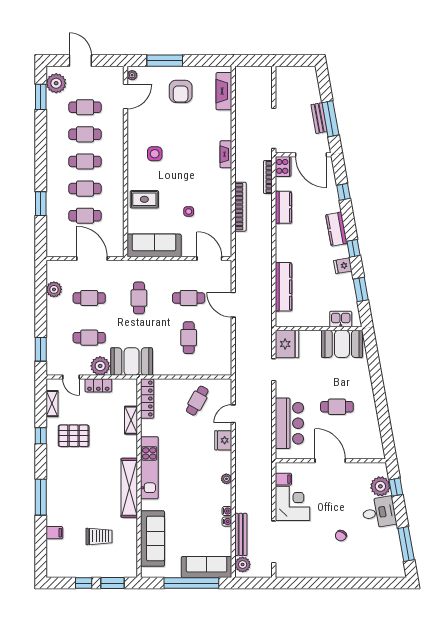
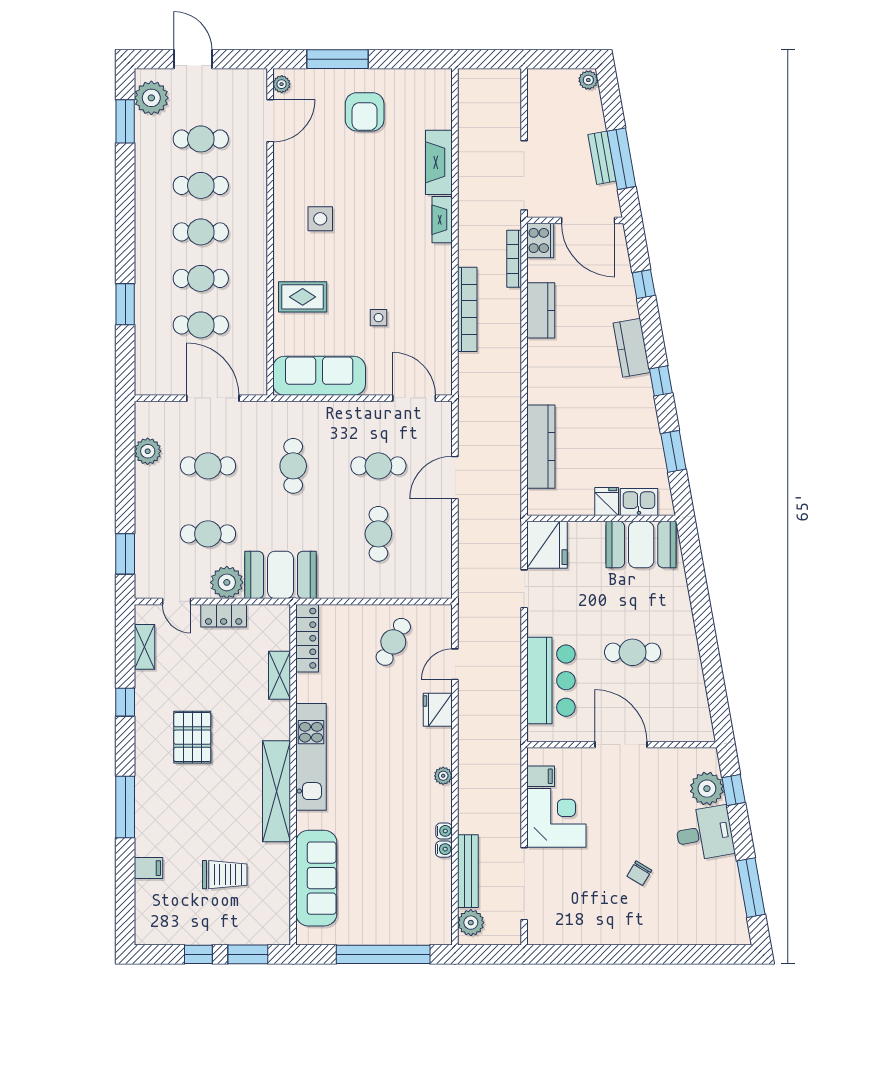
plant: (311, 73) -> (588, 80), added
fireplace: (224, 91) -> (439, 162), moved
fridge: (343, 266) -> (607, 501), moved, turned 100
door: (233, 305) -> (455, 478), hinge flipped
pallet: (74, 436) -> (192, 737), moved, turned 90
sofa: (207, 567) -> (409, 927), removed

